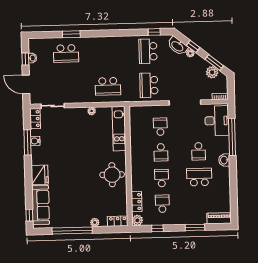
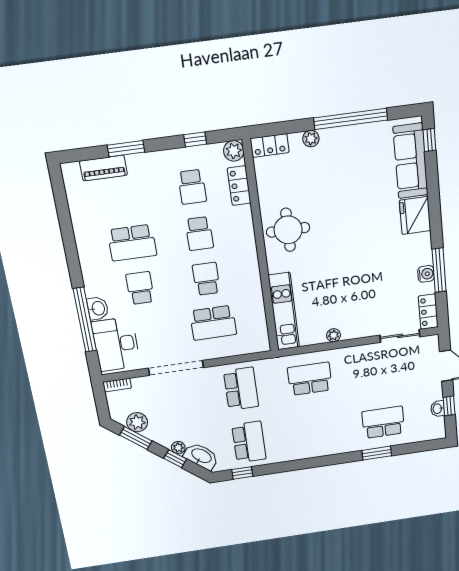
school desk: (160, 127) -> (213, 323), width x1.85
washbasin: (224, 160) -> (98, 308), moved
piano: (219, 218) -> (103, 168), moved

